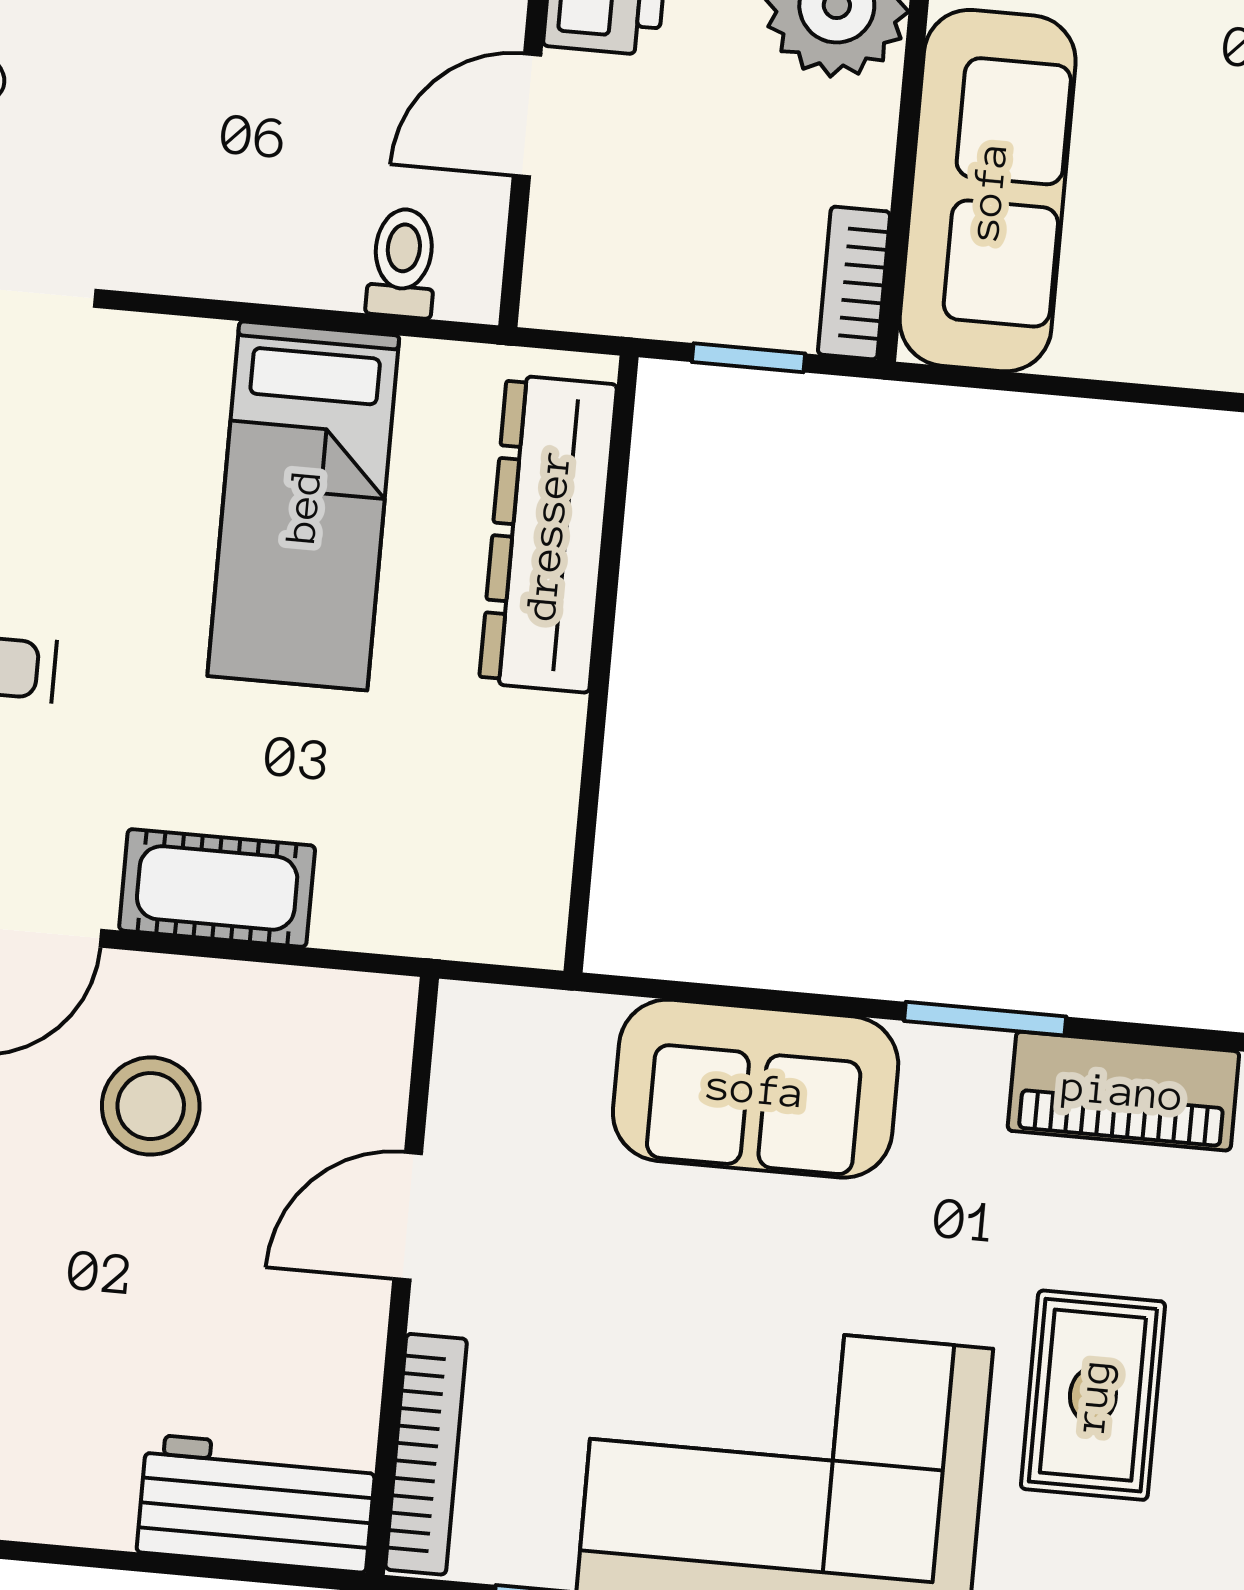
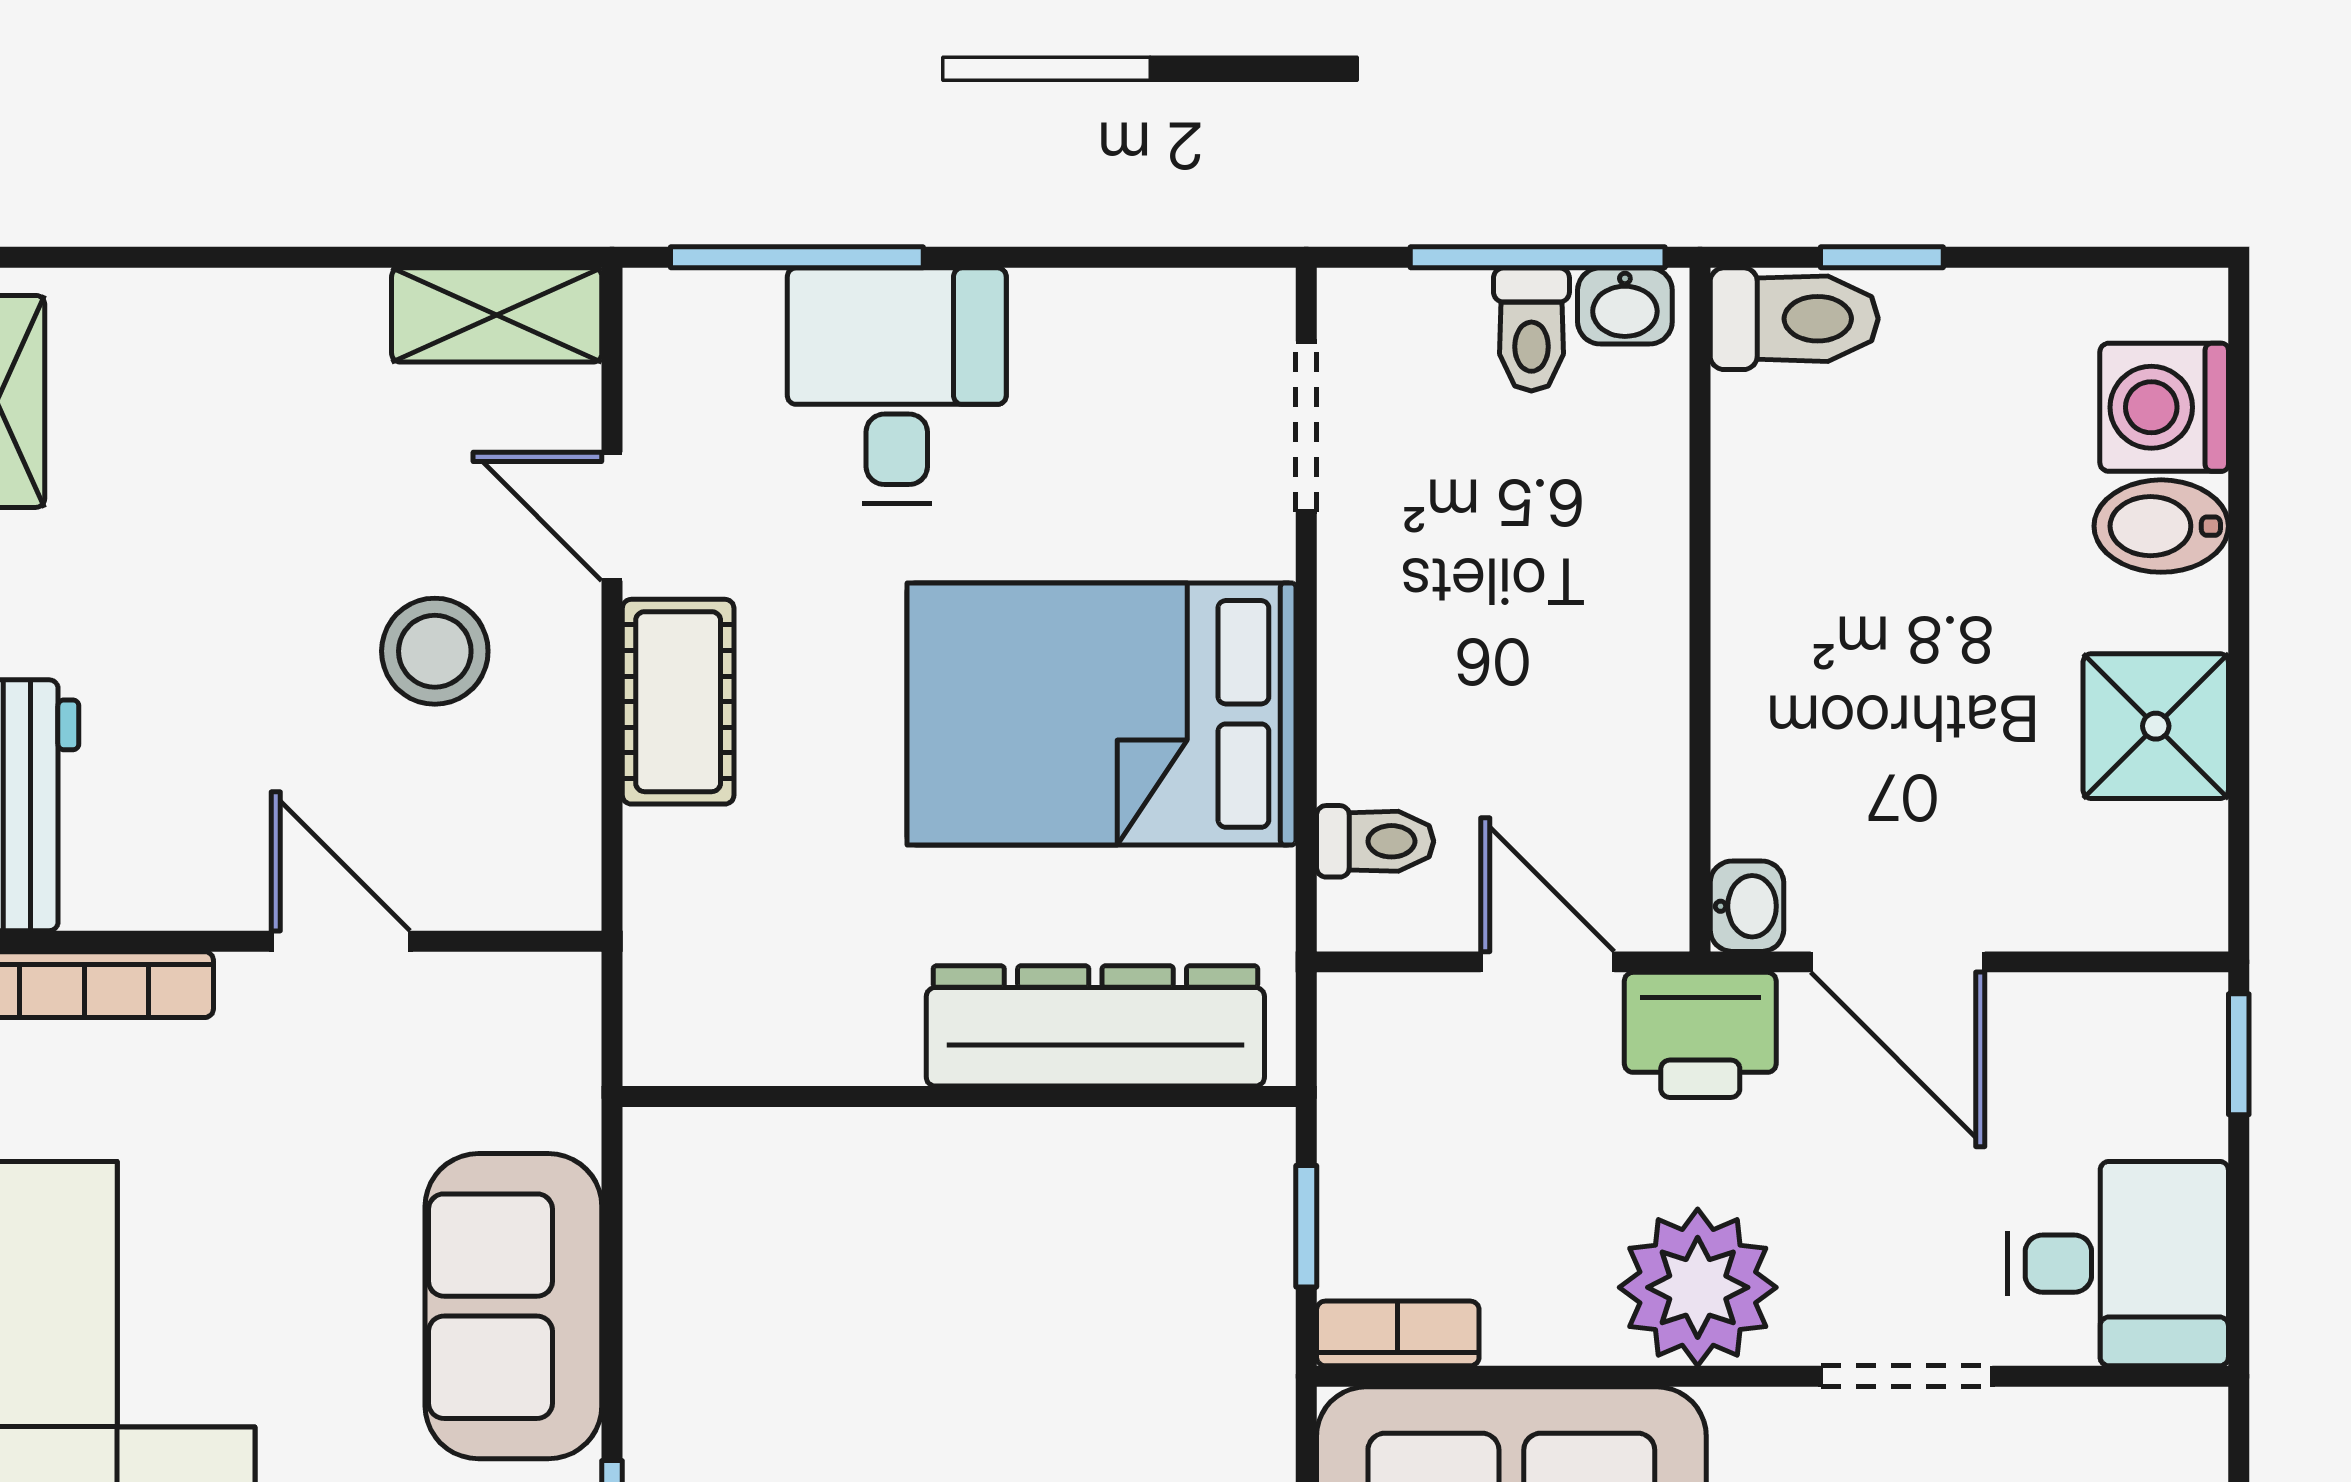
bed: (303, 506) -> (1102, 714), width x1.50

